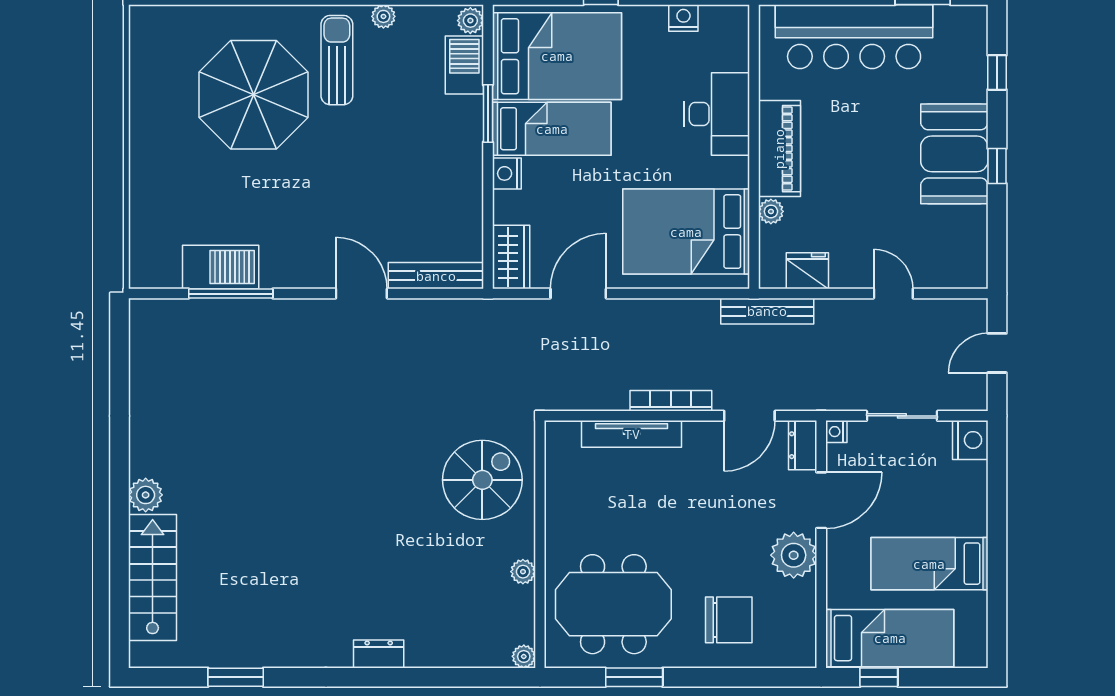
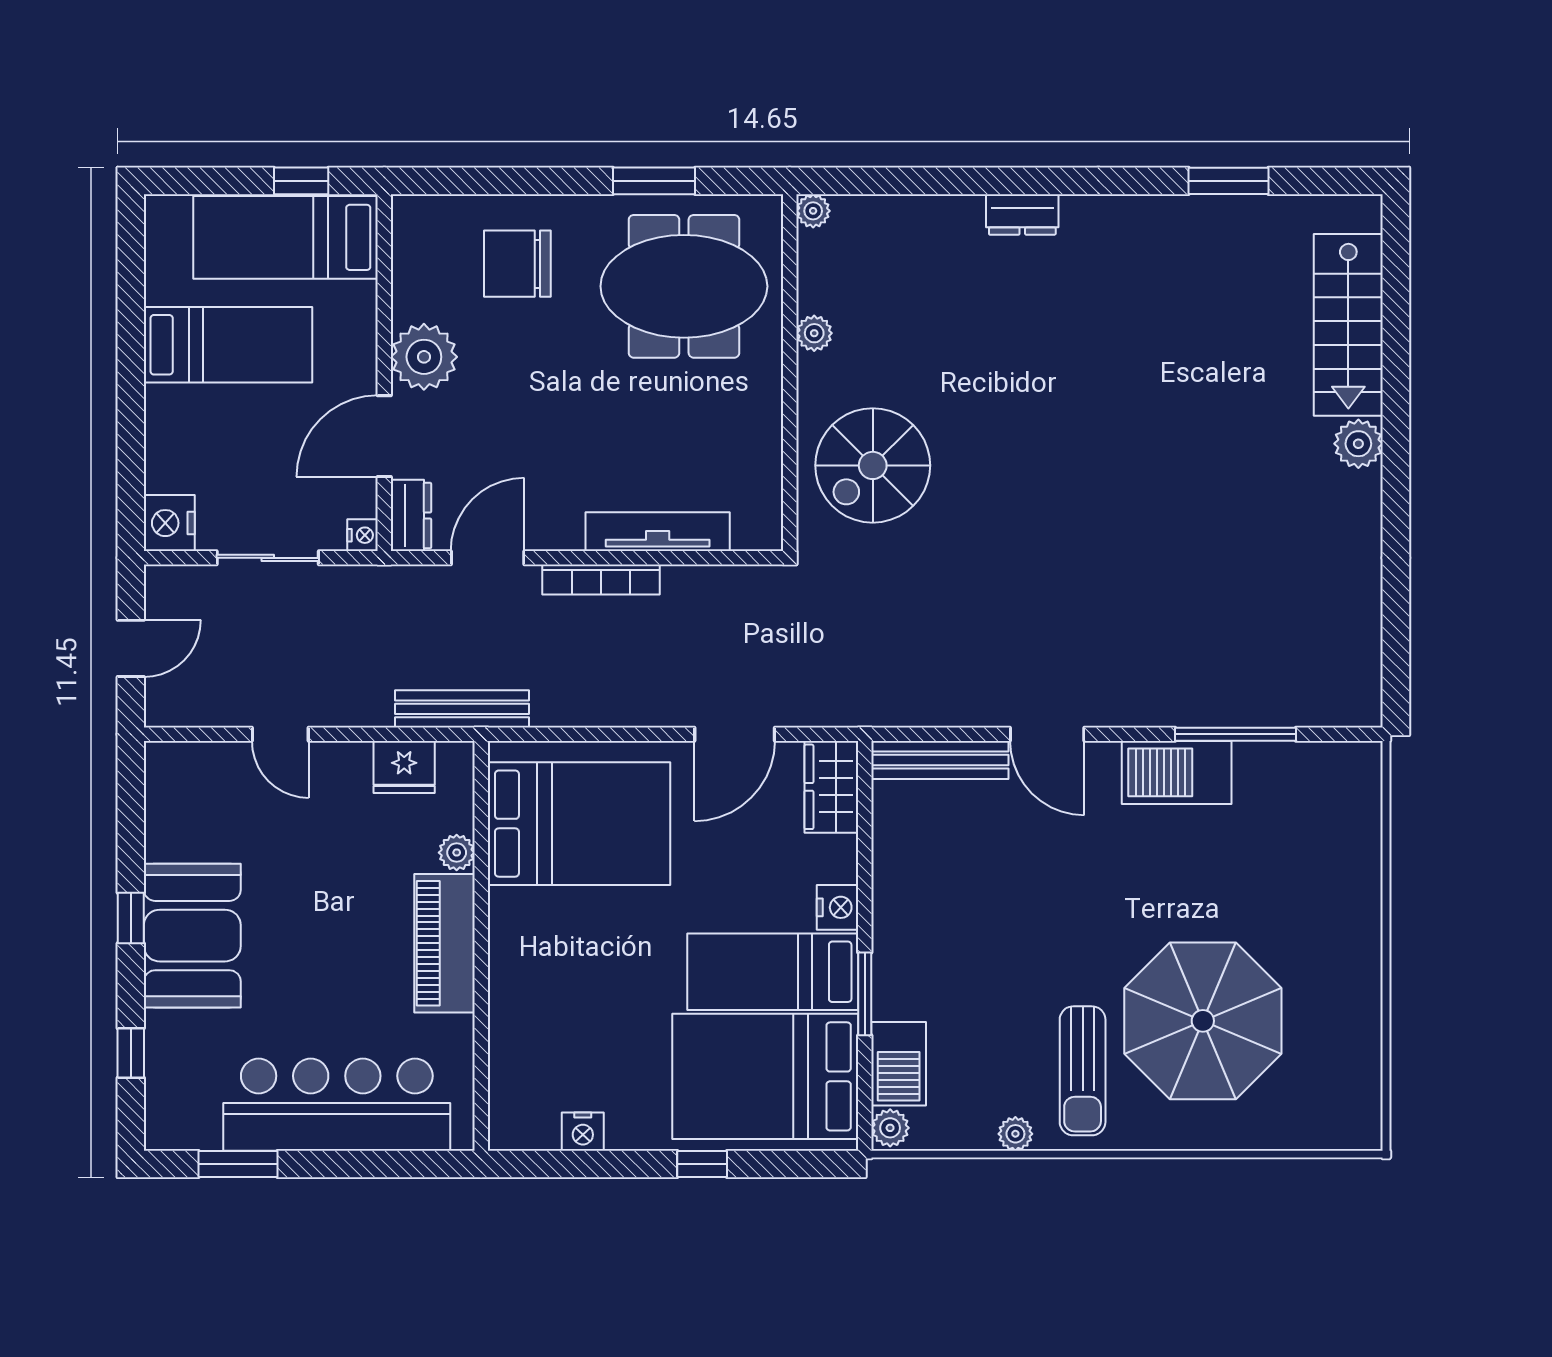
desk: (717, 114) -> (535, 993), removed
barbecue: (221, 267) -> (1177, 772), moved

